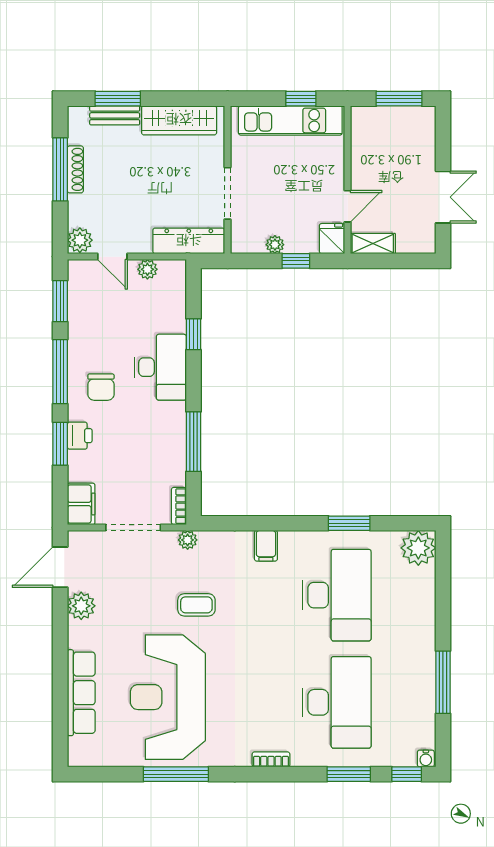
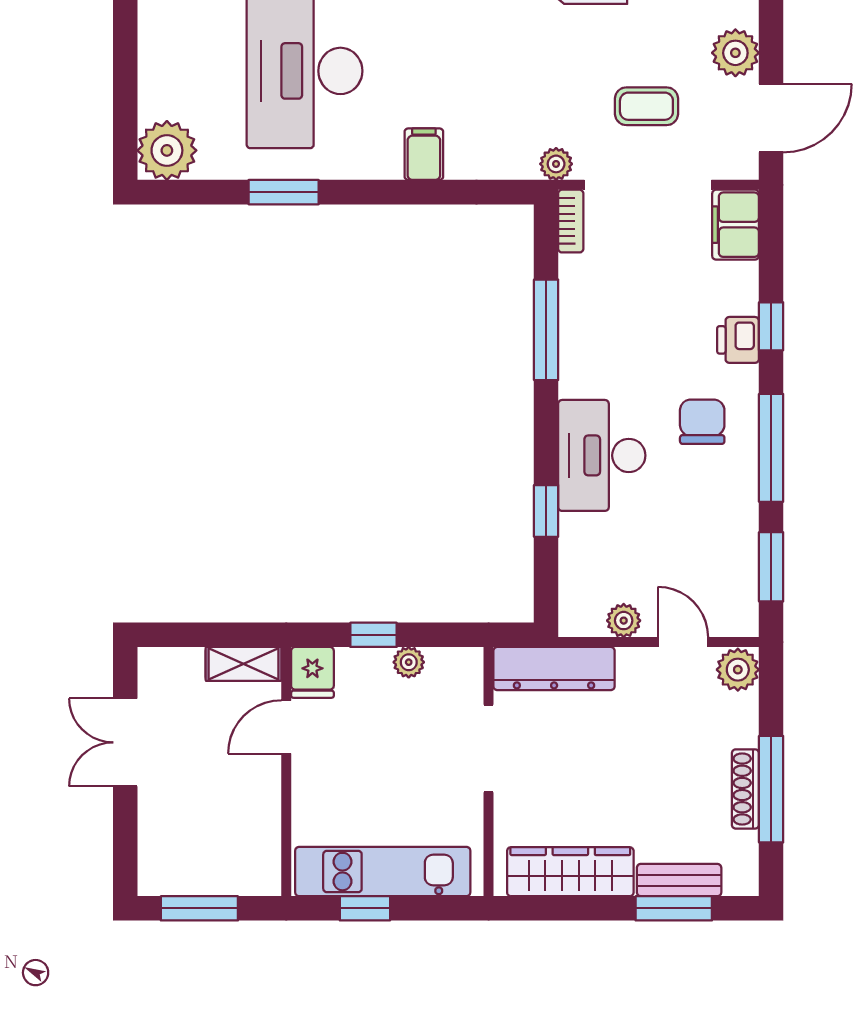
window: (60, 444) -> (771, 326), width x0.67
doorway: (133, 528) -> (648, 185), width x1.36
coffee table: (196, 605) -> (646, 106), moved

